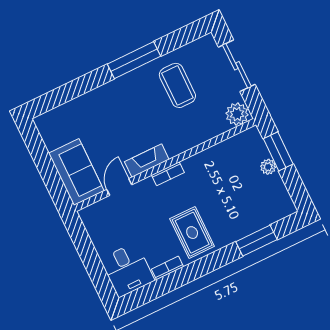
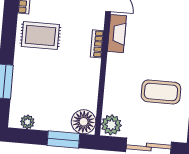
floor lamp: (250, 142) -> (84, 122), added
plant: (268, 167) -> (27, 122), moved

